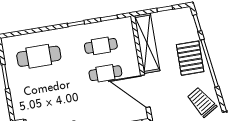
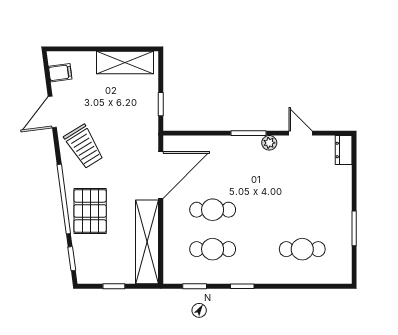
cafe table: (39, 56) -> (302, 249), width x0.73, depth x0.74
door: (145, 91) -> (161, 175), hinge flipped

